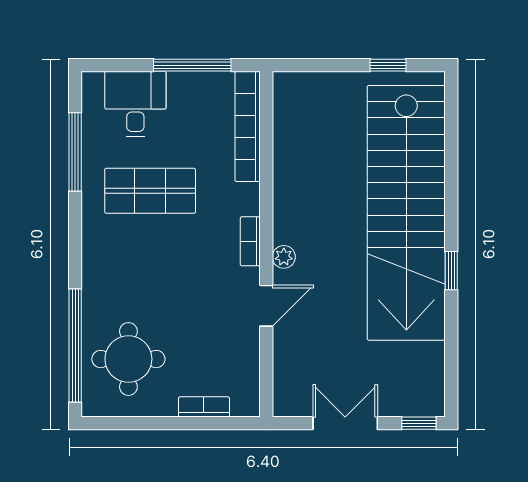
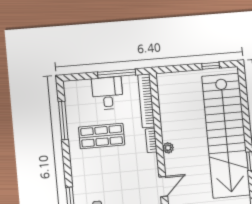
desk: (135, 104) -> (107, 93), moved
bookcase: (250, 241) -> (151, 140), moved
plant: (284, 257) -> (168, 148), moved

